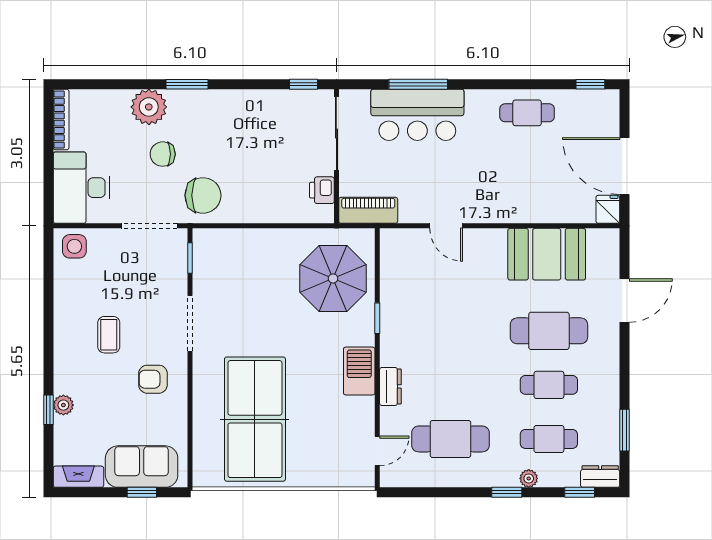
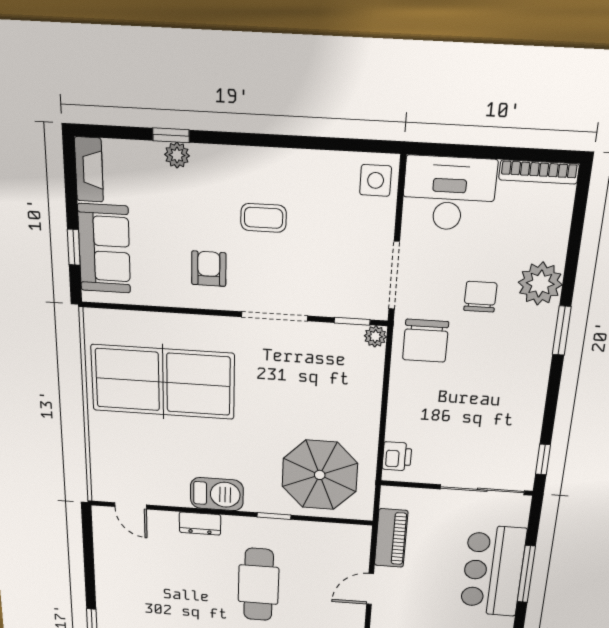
printer: (322, 190) -> (397, 456), moved, turned 90
piano: (368, 210) -> (391, 538), moved
plant: (202, 238) -> (375, 336), added
cafe table: (450, 439) -> (258, 585), moved

